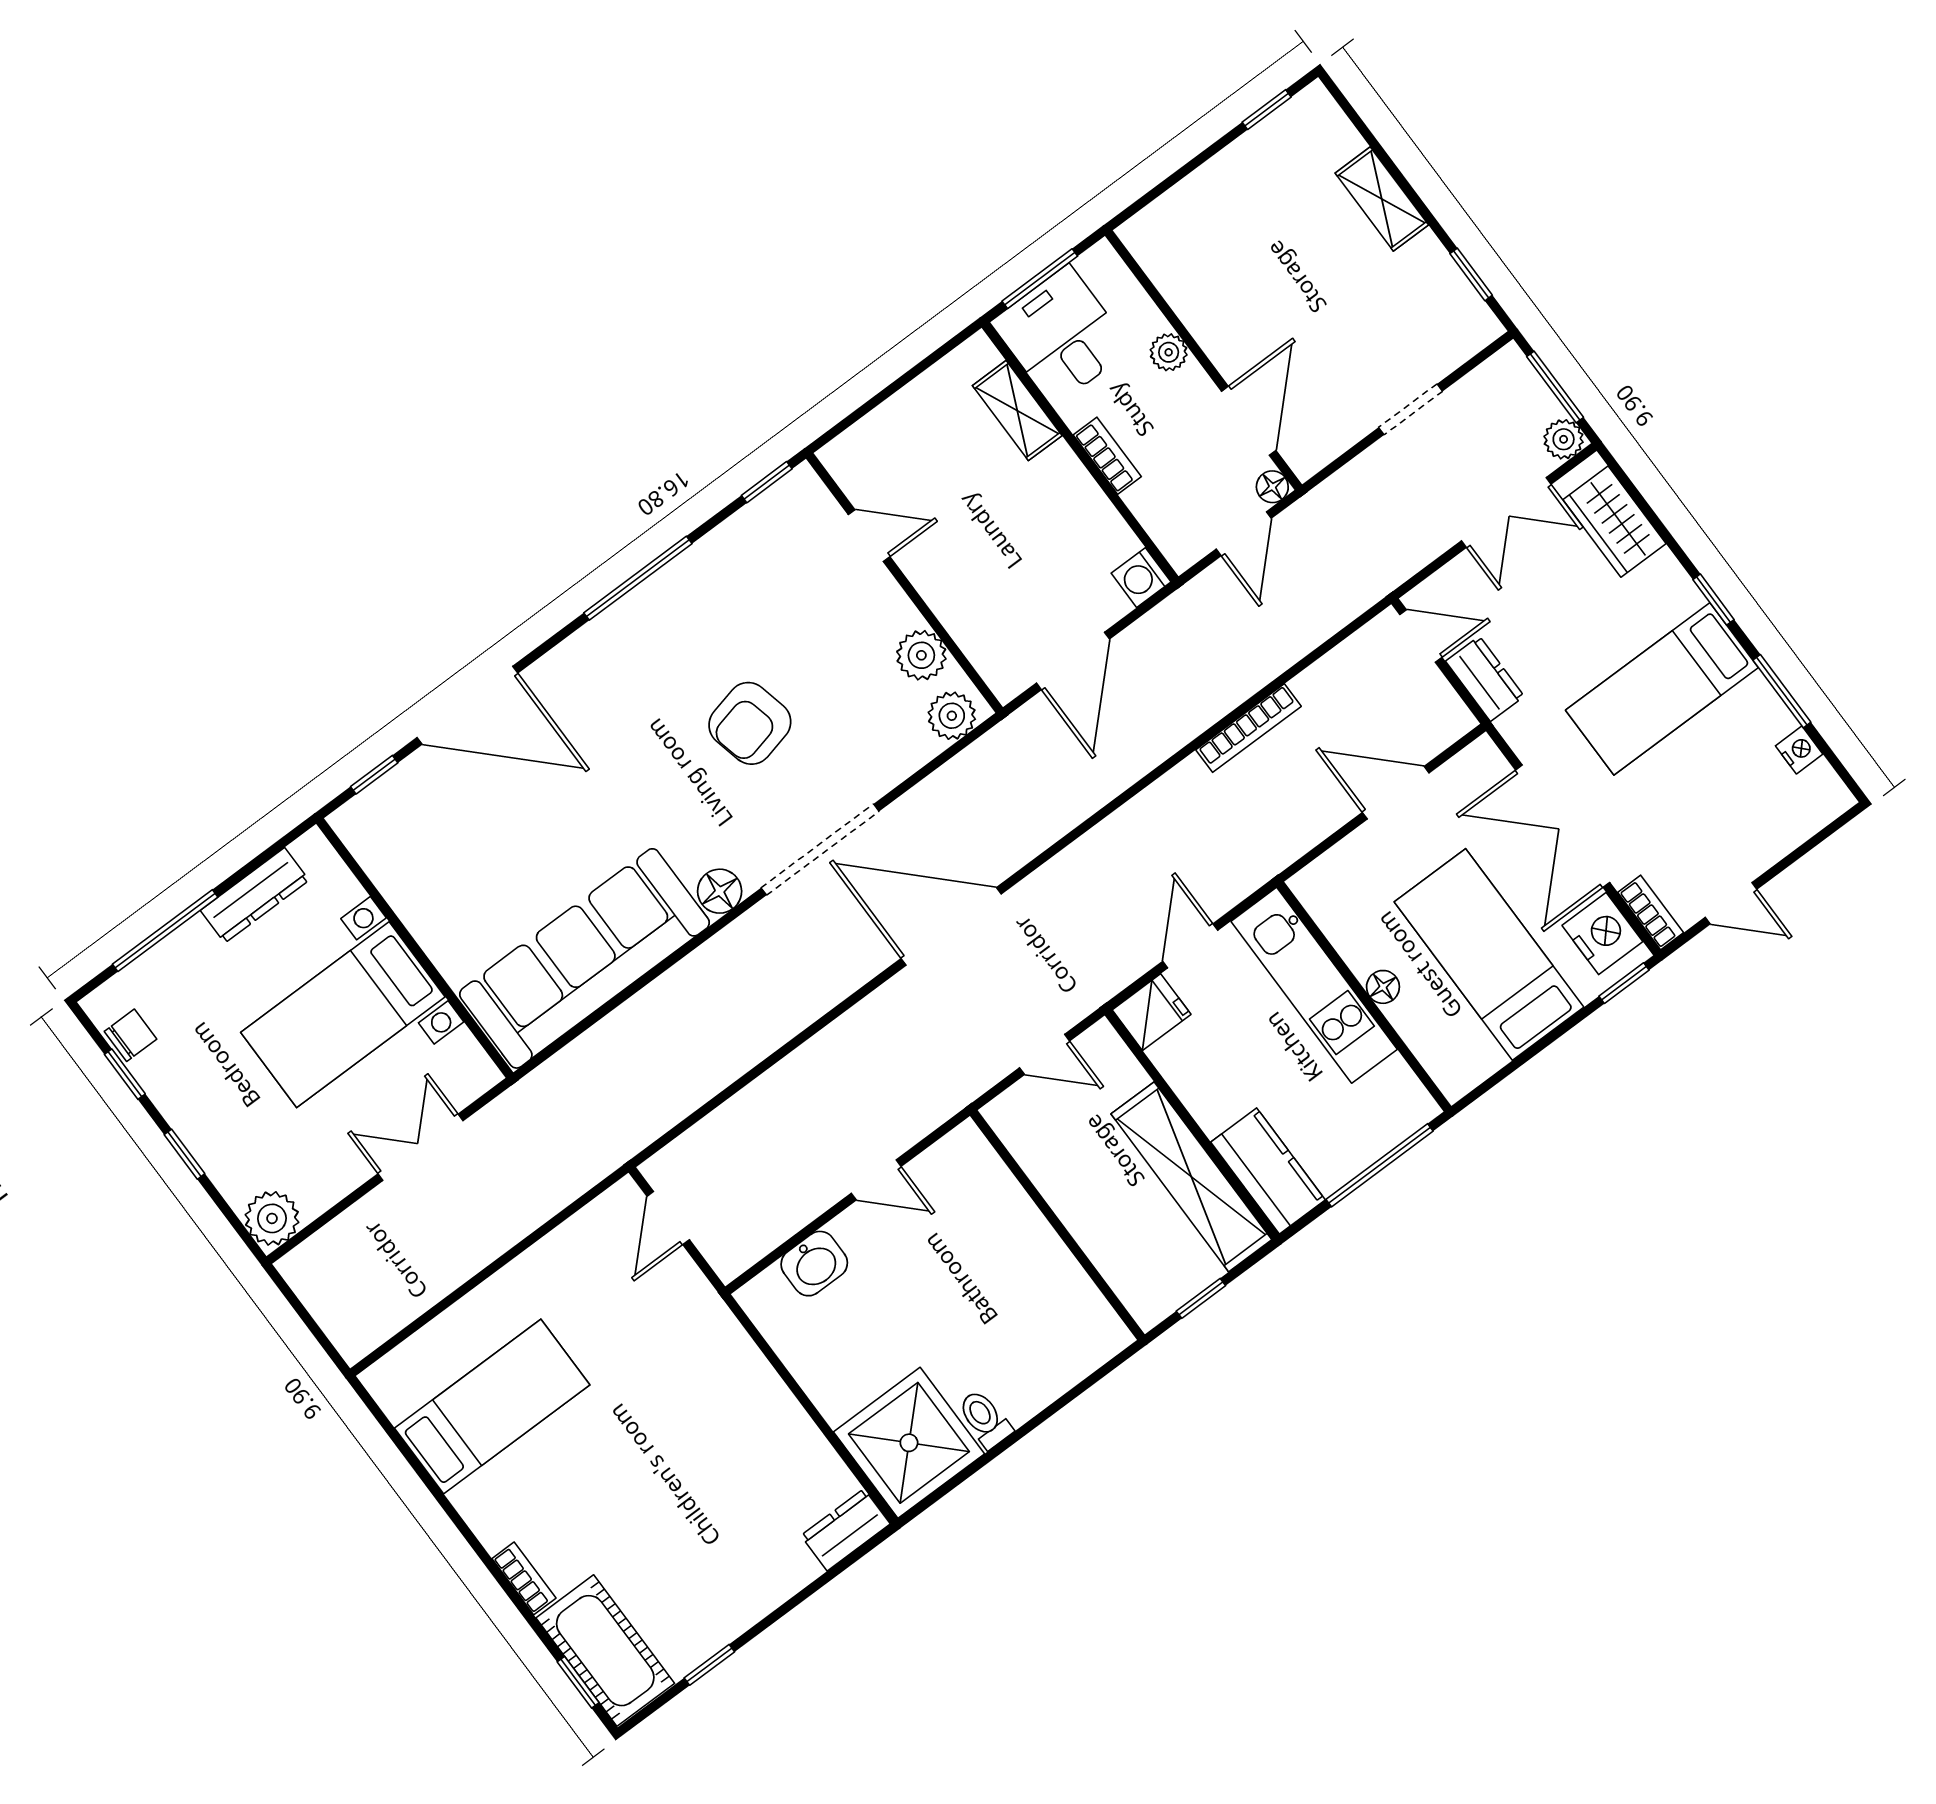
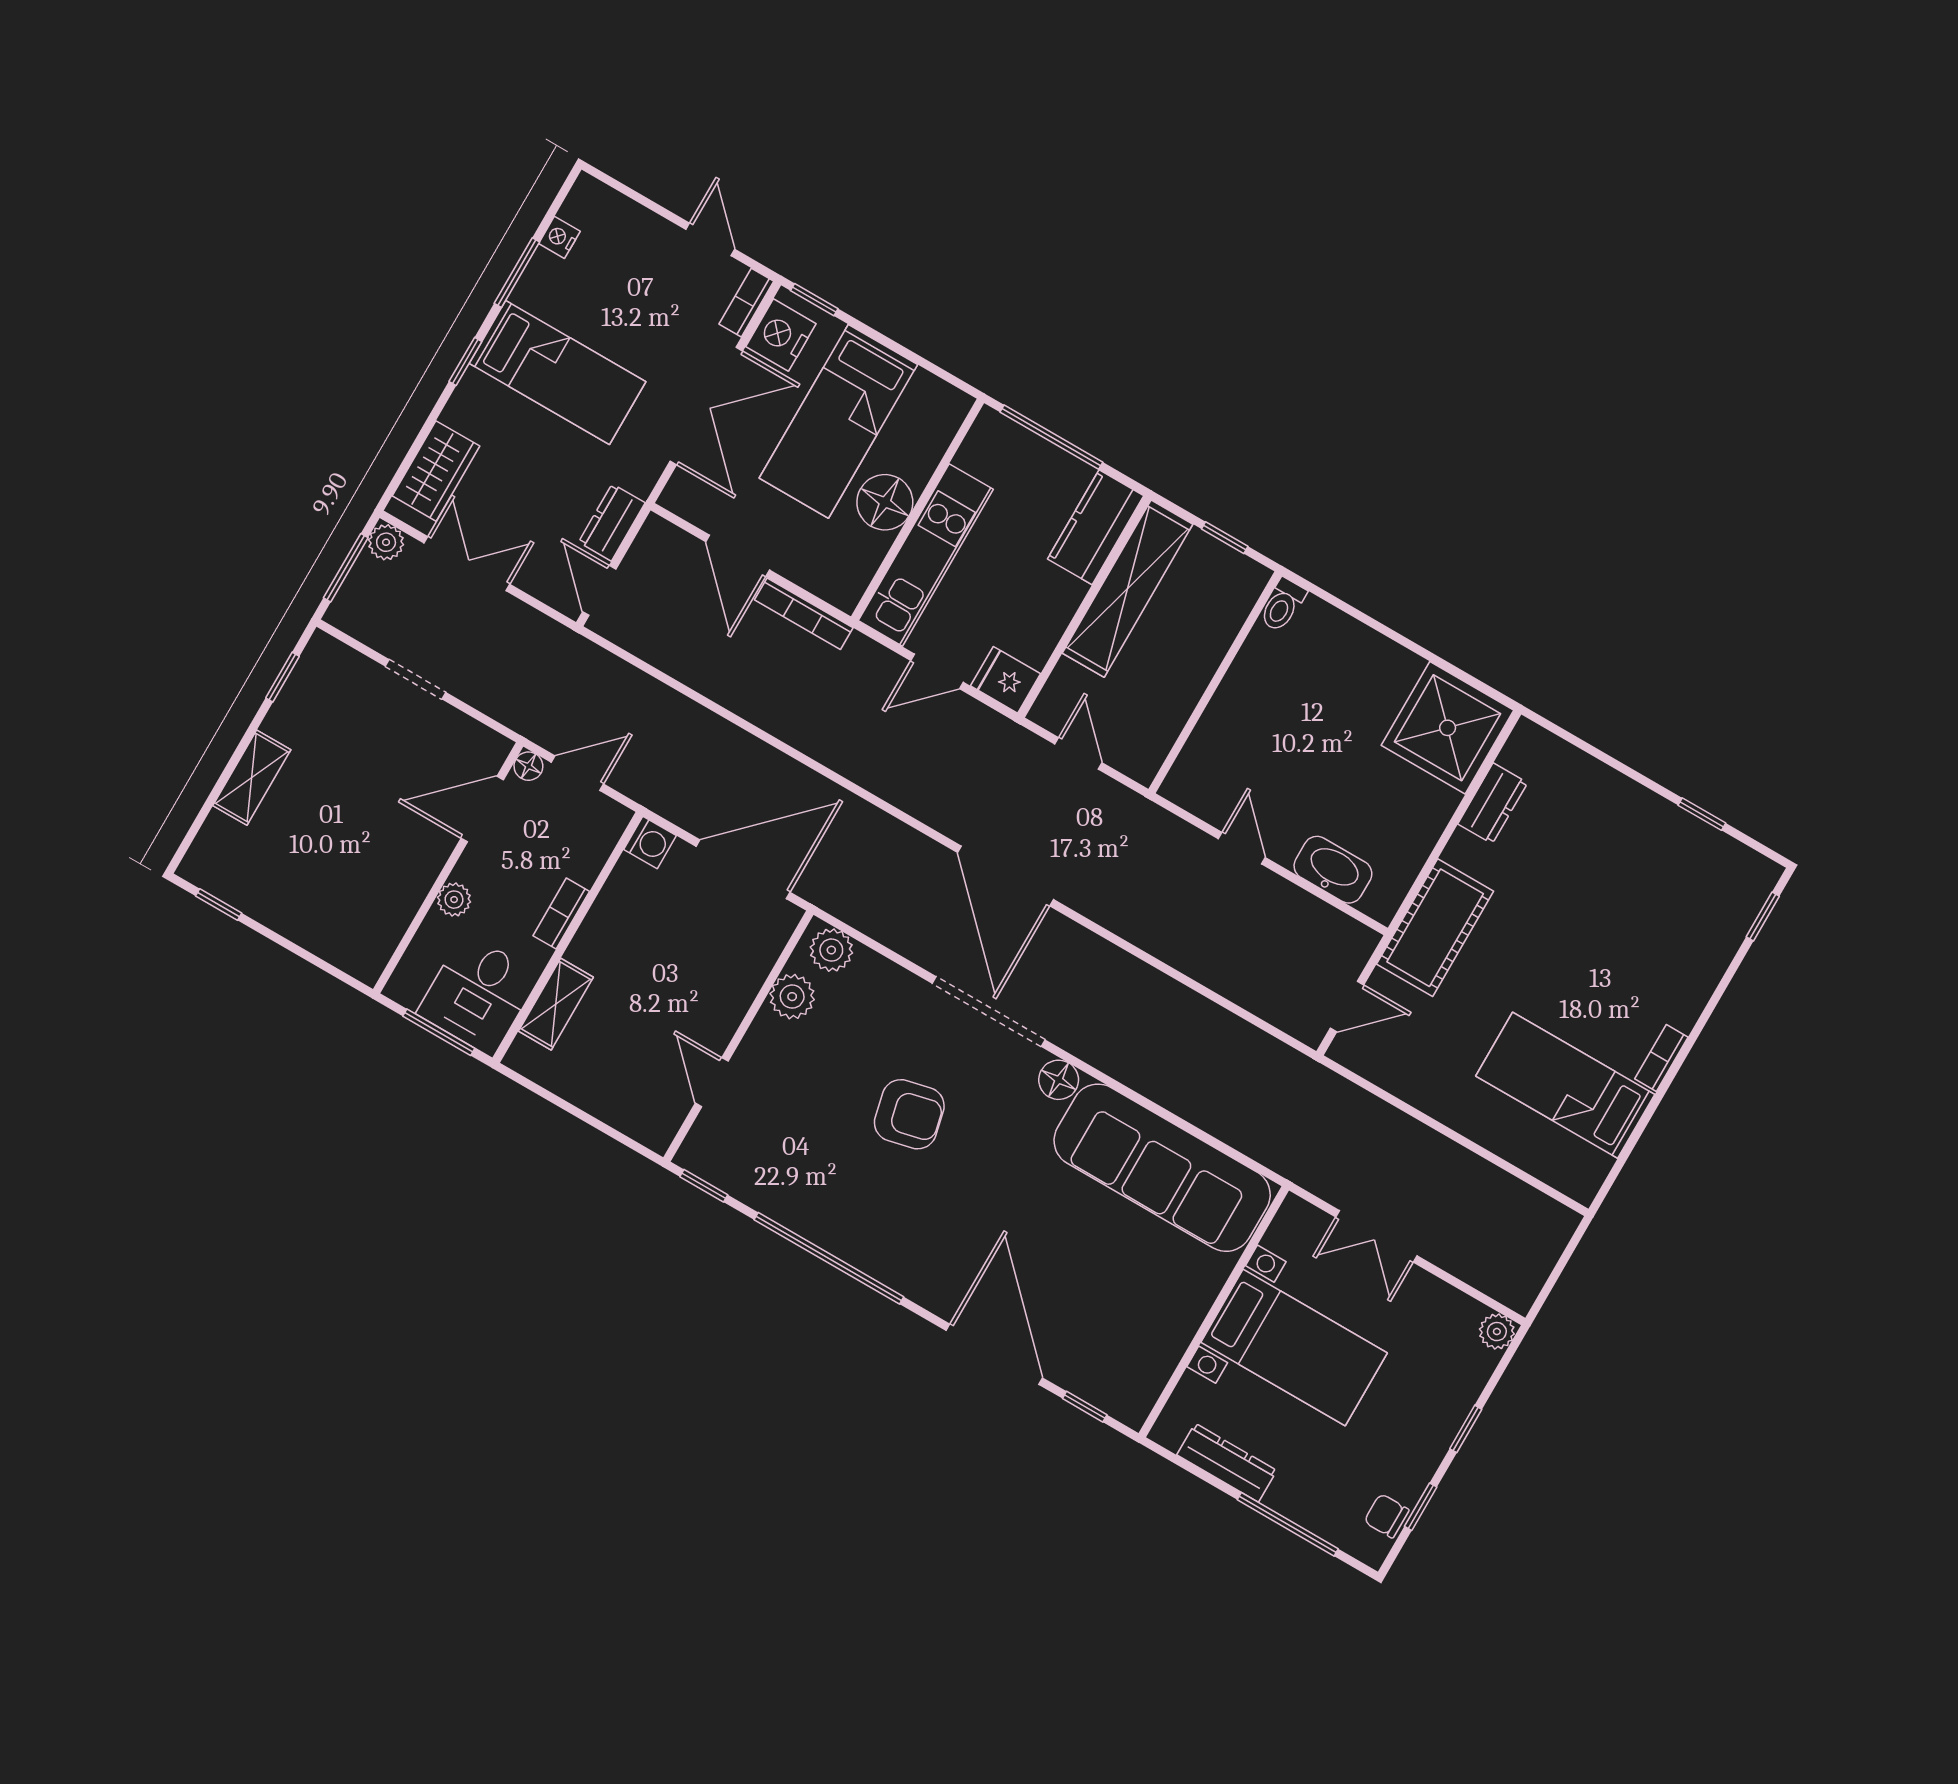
window: (638, 578) -> (829, 1258), width x1.46
door: (1073, 661) -> (743, 869), width x1.36
bookcase: (1249, 728) -> (804, 614), moved, turned 180
floor lamp: (1383, 987) -> (885, 502), width x1.89, depth x1.89
plant: (272, 1218) -> (1497, 1332), width x0.73, depth x0.73
washbasin: (814, 1264) -> (1333, 870), width x1.38
toilet: (985, 1419) -> (1283, 605), moved
dresser: (846, 1530) -> (1493, 803), moved, turned -90
bookcase: (524, 1578) -> (1661, 1058), moved
cot: (605, 1651) -> (1435, 928), moved

